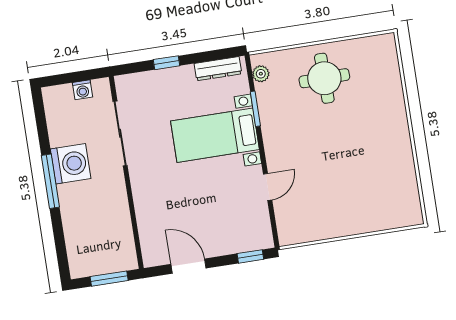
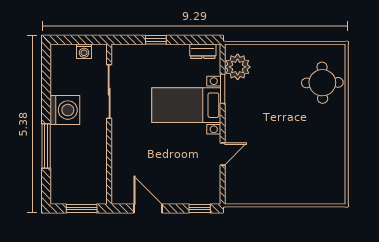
dresser: (218, 69) -> (203, 51), width x0.70
plant: (261, 74) -> (238, 67), width x1.87, depth x1.87
round table: (324, 78) -> (322, 83), moved
window: (50, 181) -> (46, 146), moved

